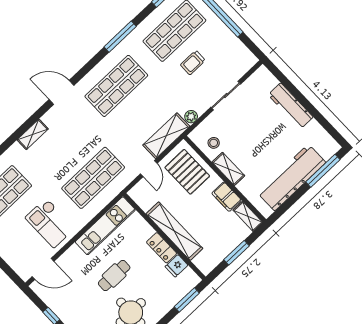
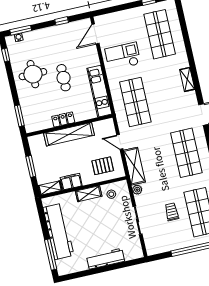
pallet: (187, 172) -> (103, 166), width x0.67, depth x0.71
fridge: (177, 266) -> (46, 122), removed

